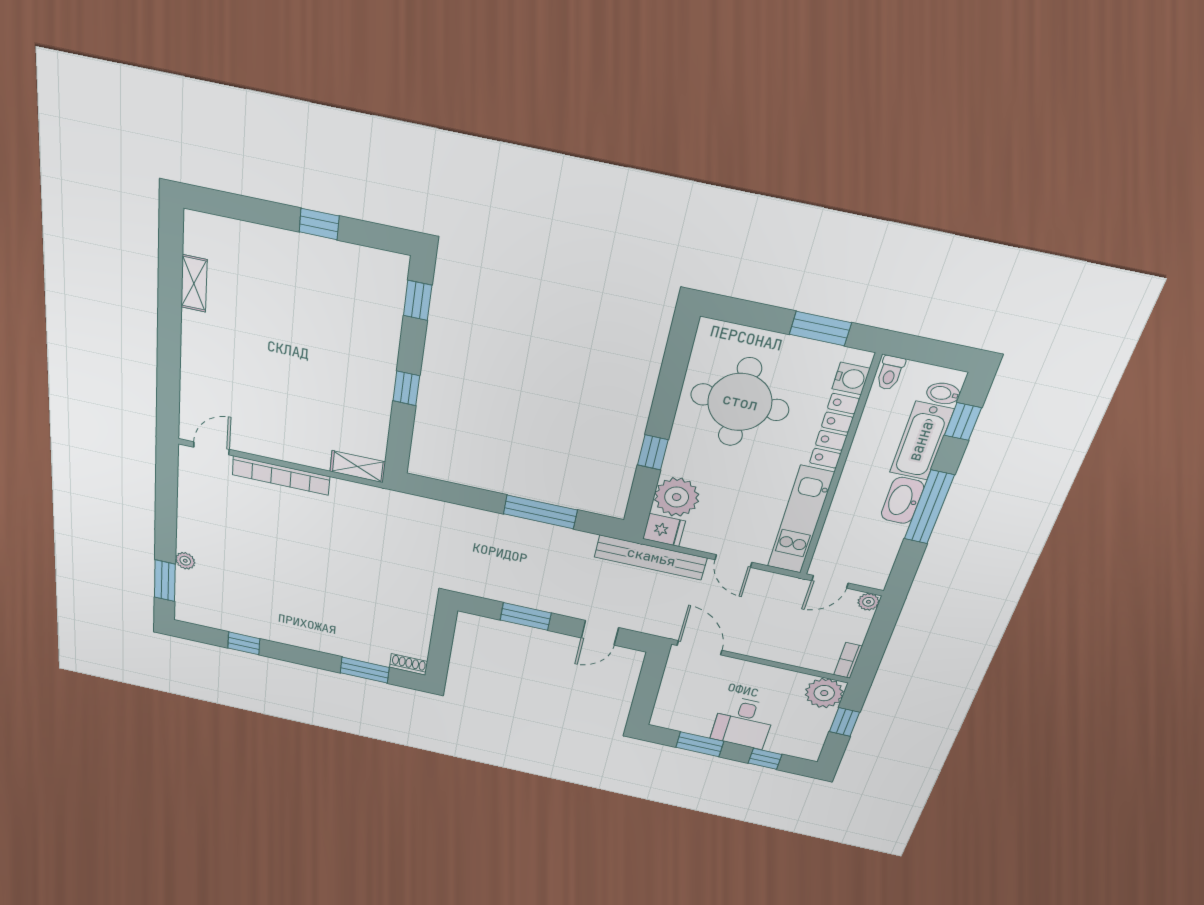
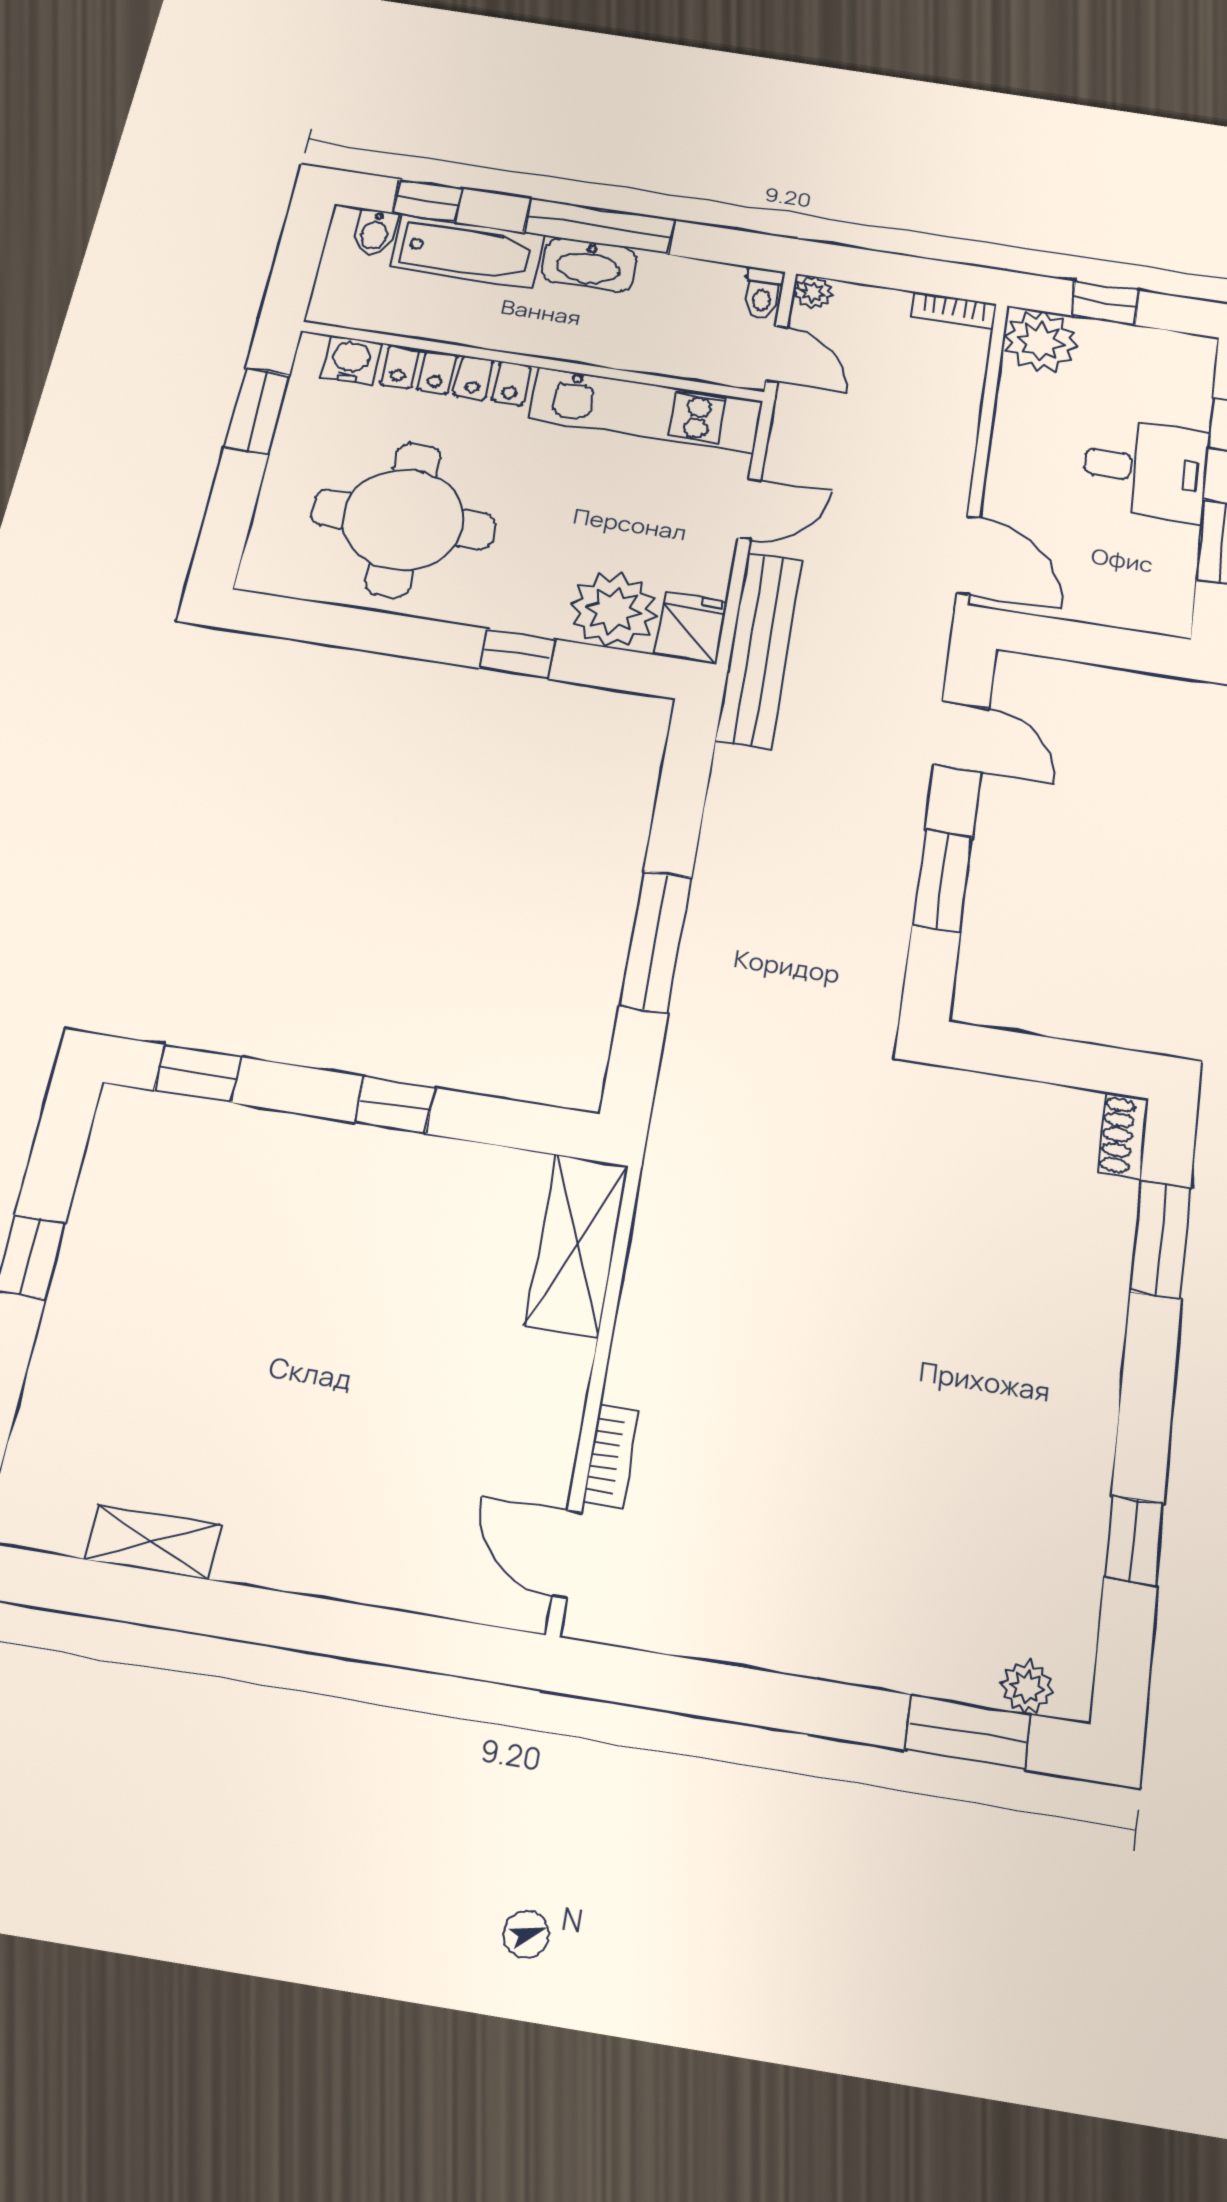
toilet: (890, 373) -> (763, 293), moved, turned 90
shelving: (358, 467) -> (577, 1245), width x1.50, depth x1.33
bookcase: (281, 476) -> (611, 1457), width x0.43, depth x0.76
window: (540, 512) -> (656, 941), moved
plant: (185, 561) -> (1027, 1687), moved
door: (699, 648) -> (968, 555), swing flipped

